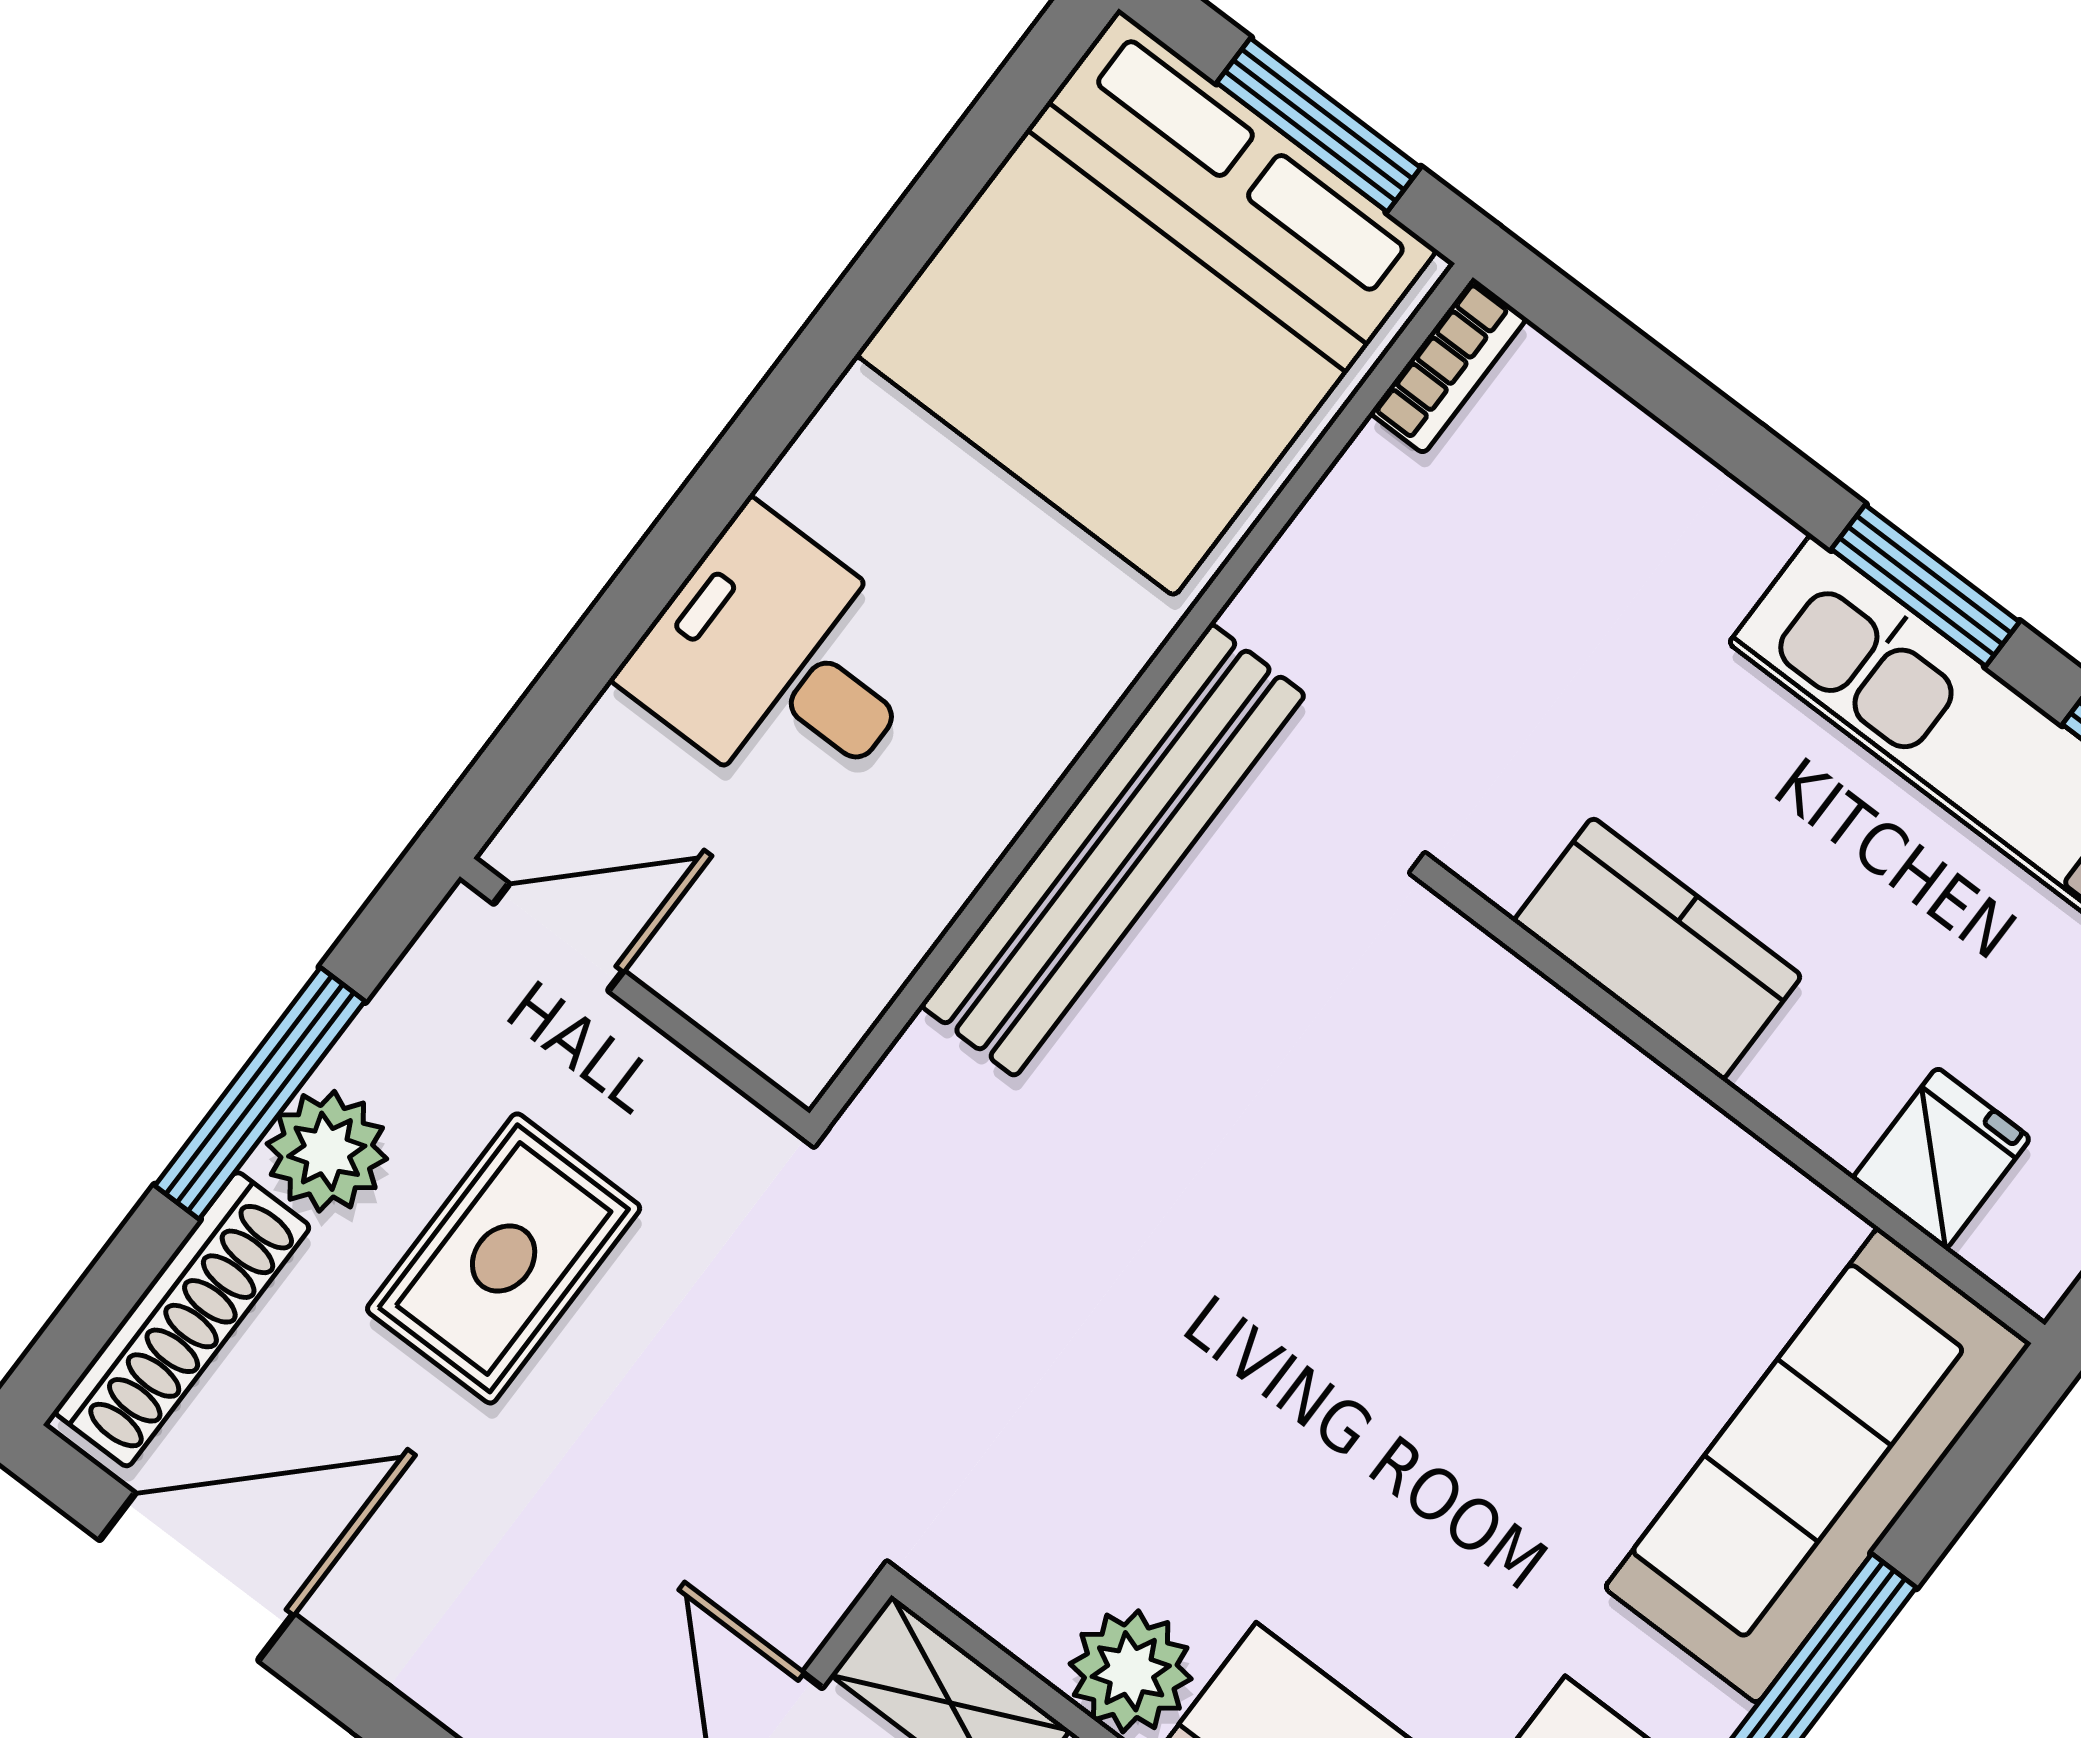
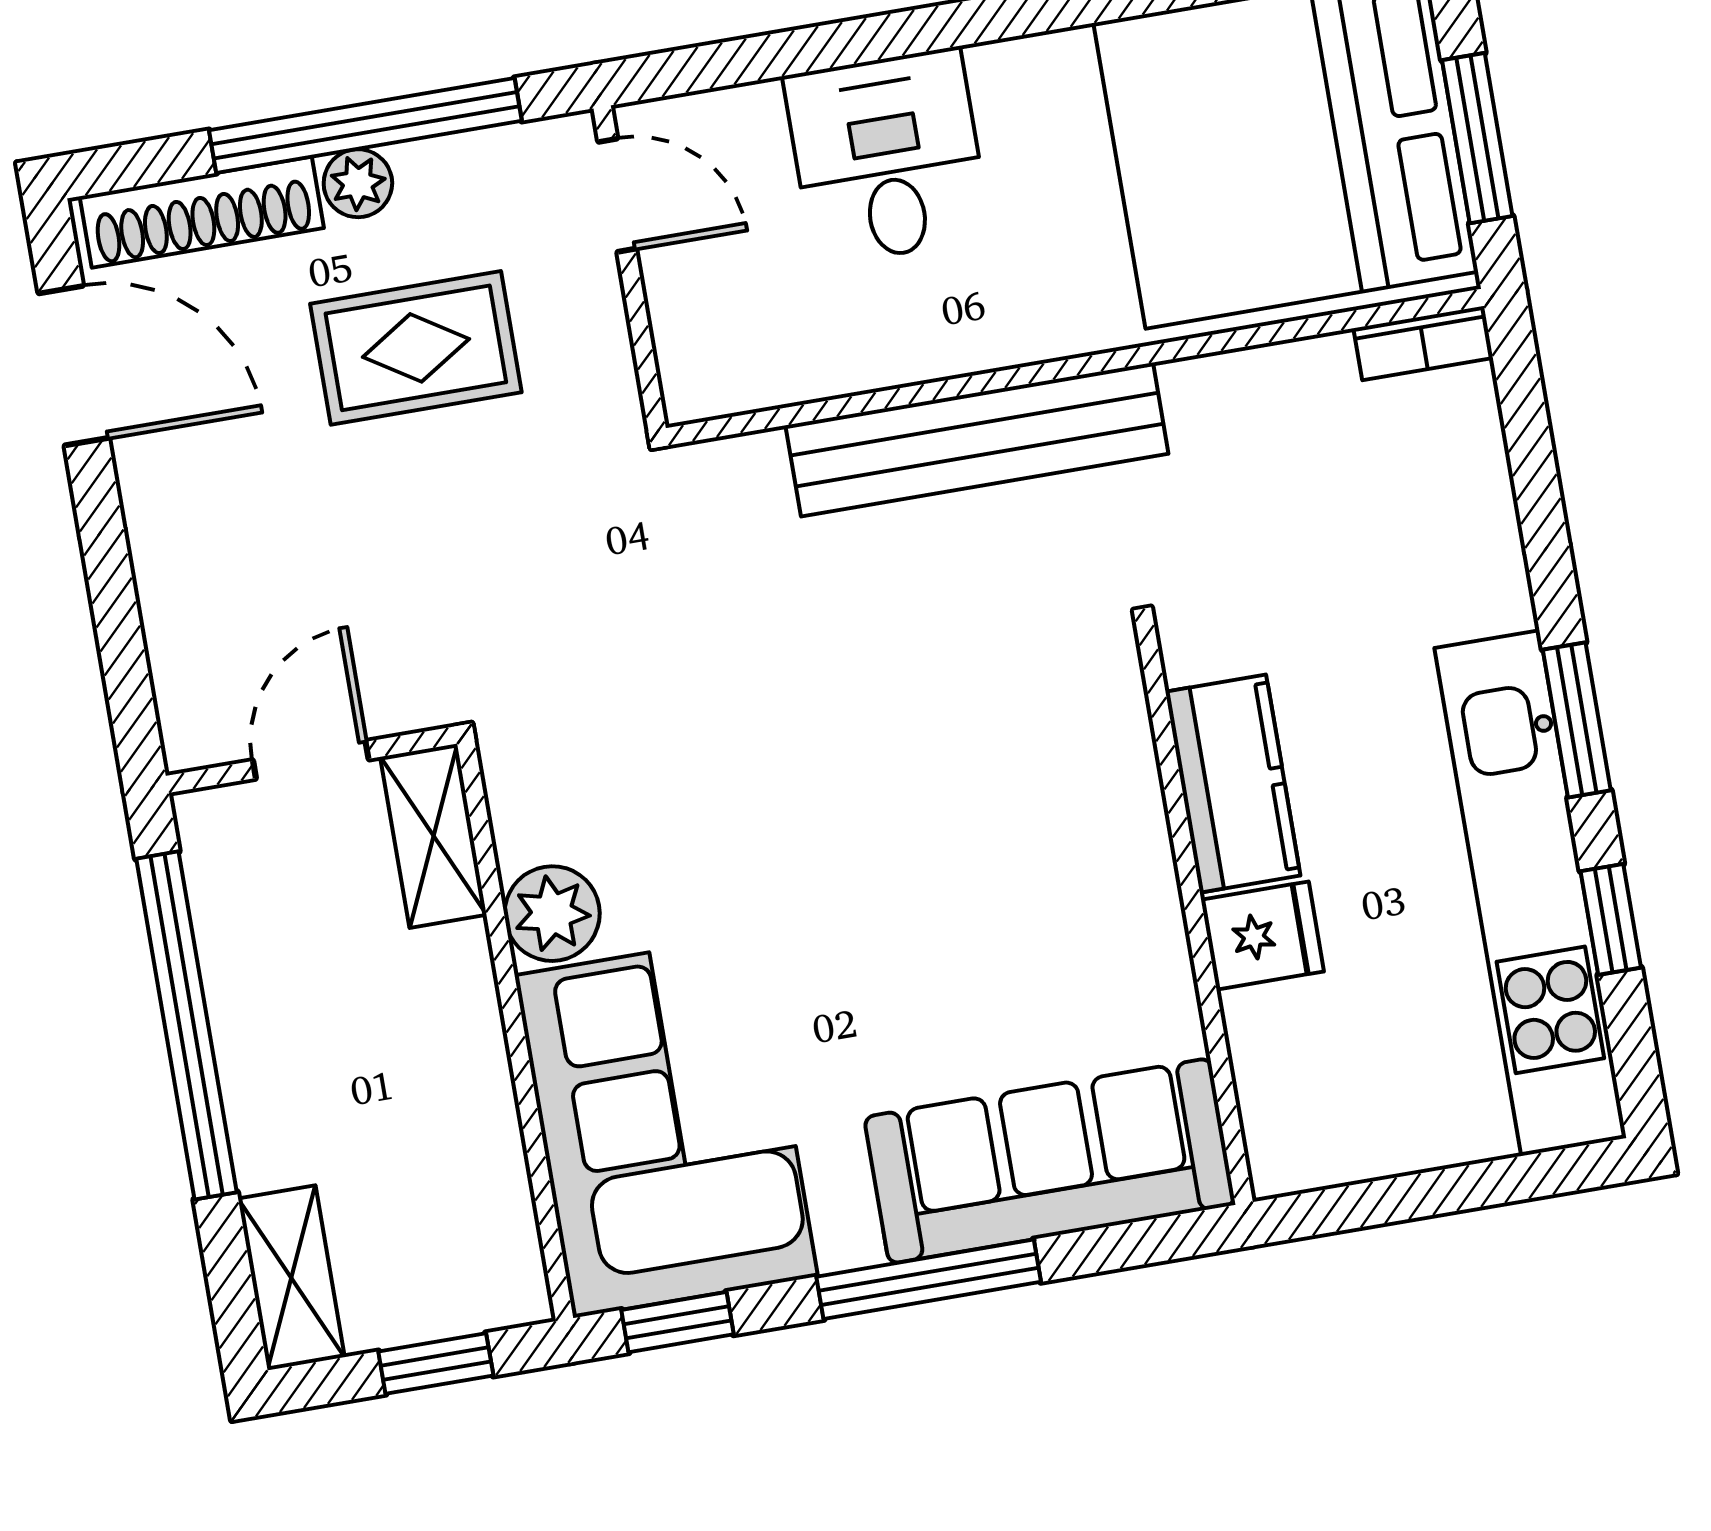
window: (260, 1093) -> (365, 125), width x1.46
plant: (327, 1151) -> (358, 183), width x0.73, depth x0.73
fridge: (1941, 1158) -> (1262, 936), moved

